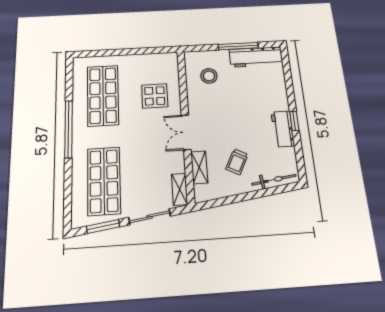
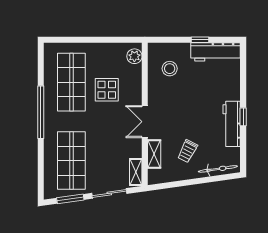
window: (238, 46) -> (200, 40), width x0.46
plant: (170, 66) -> (134, 56), added
display table: (155, 96) -> (107, 90), moved
workbench: (283, 129) -> (232, 124), width x1.38

